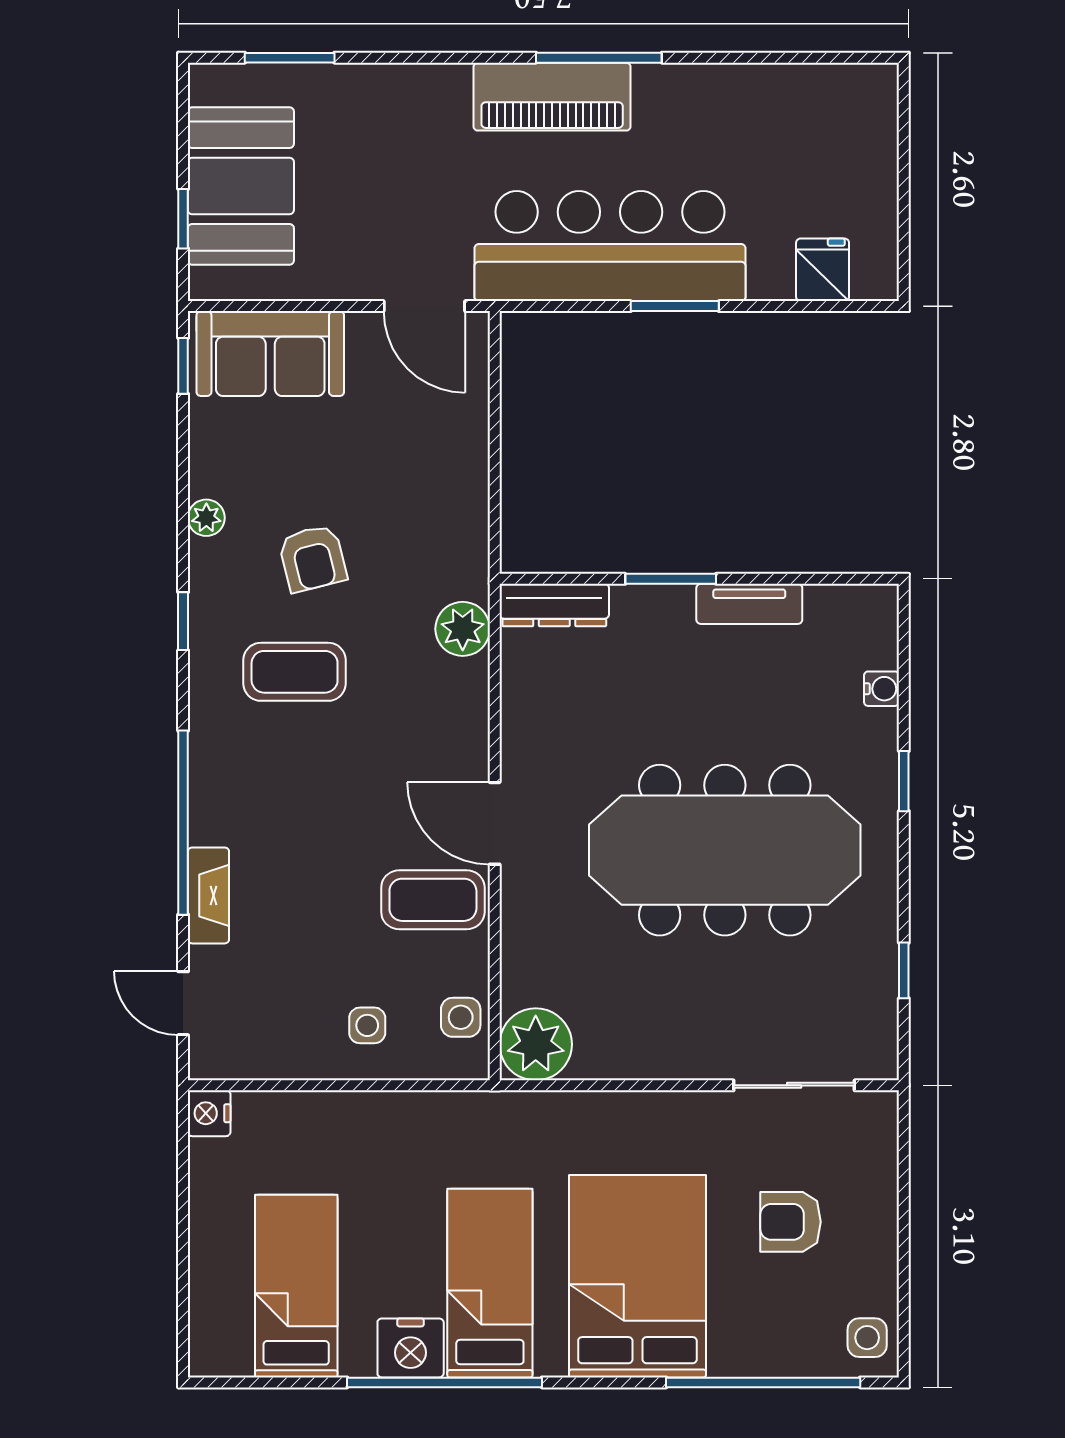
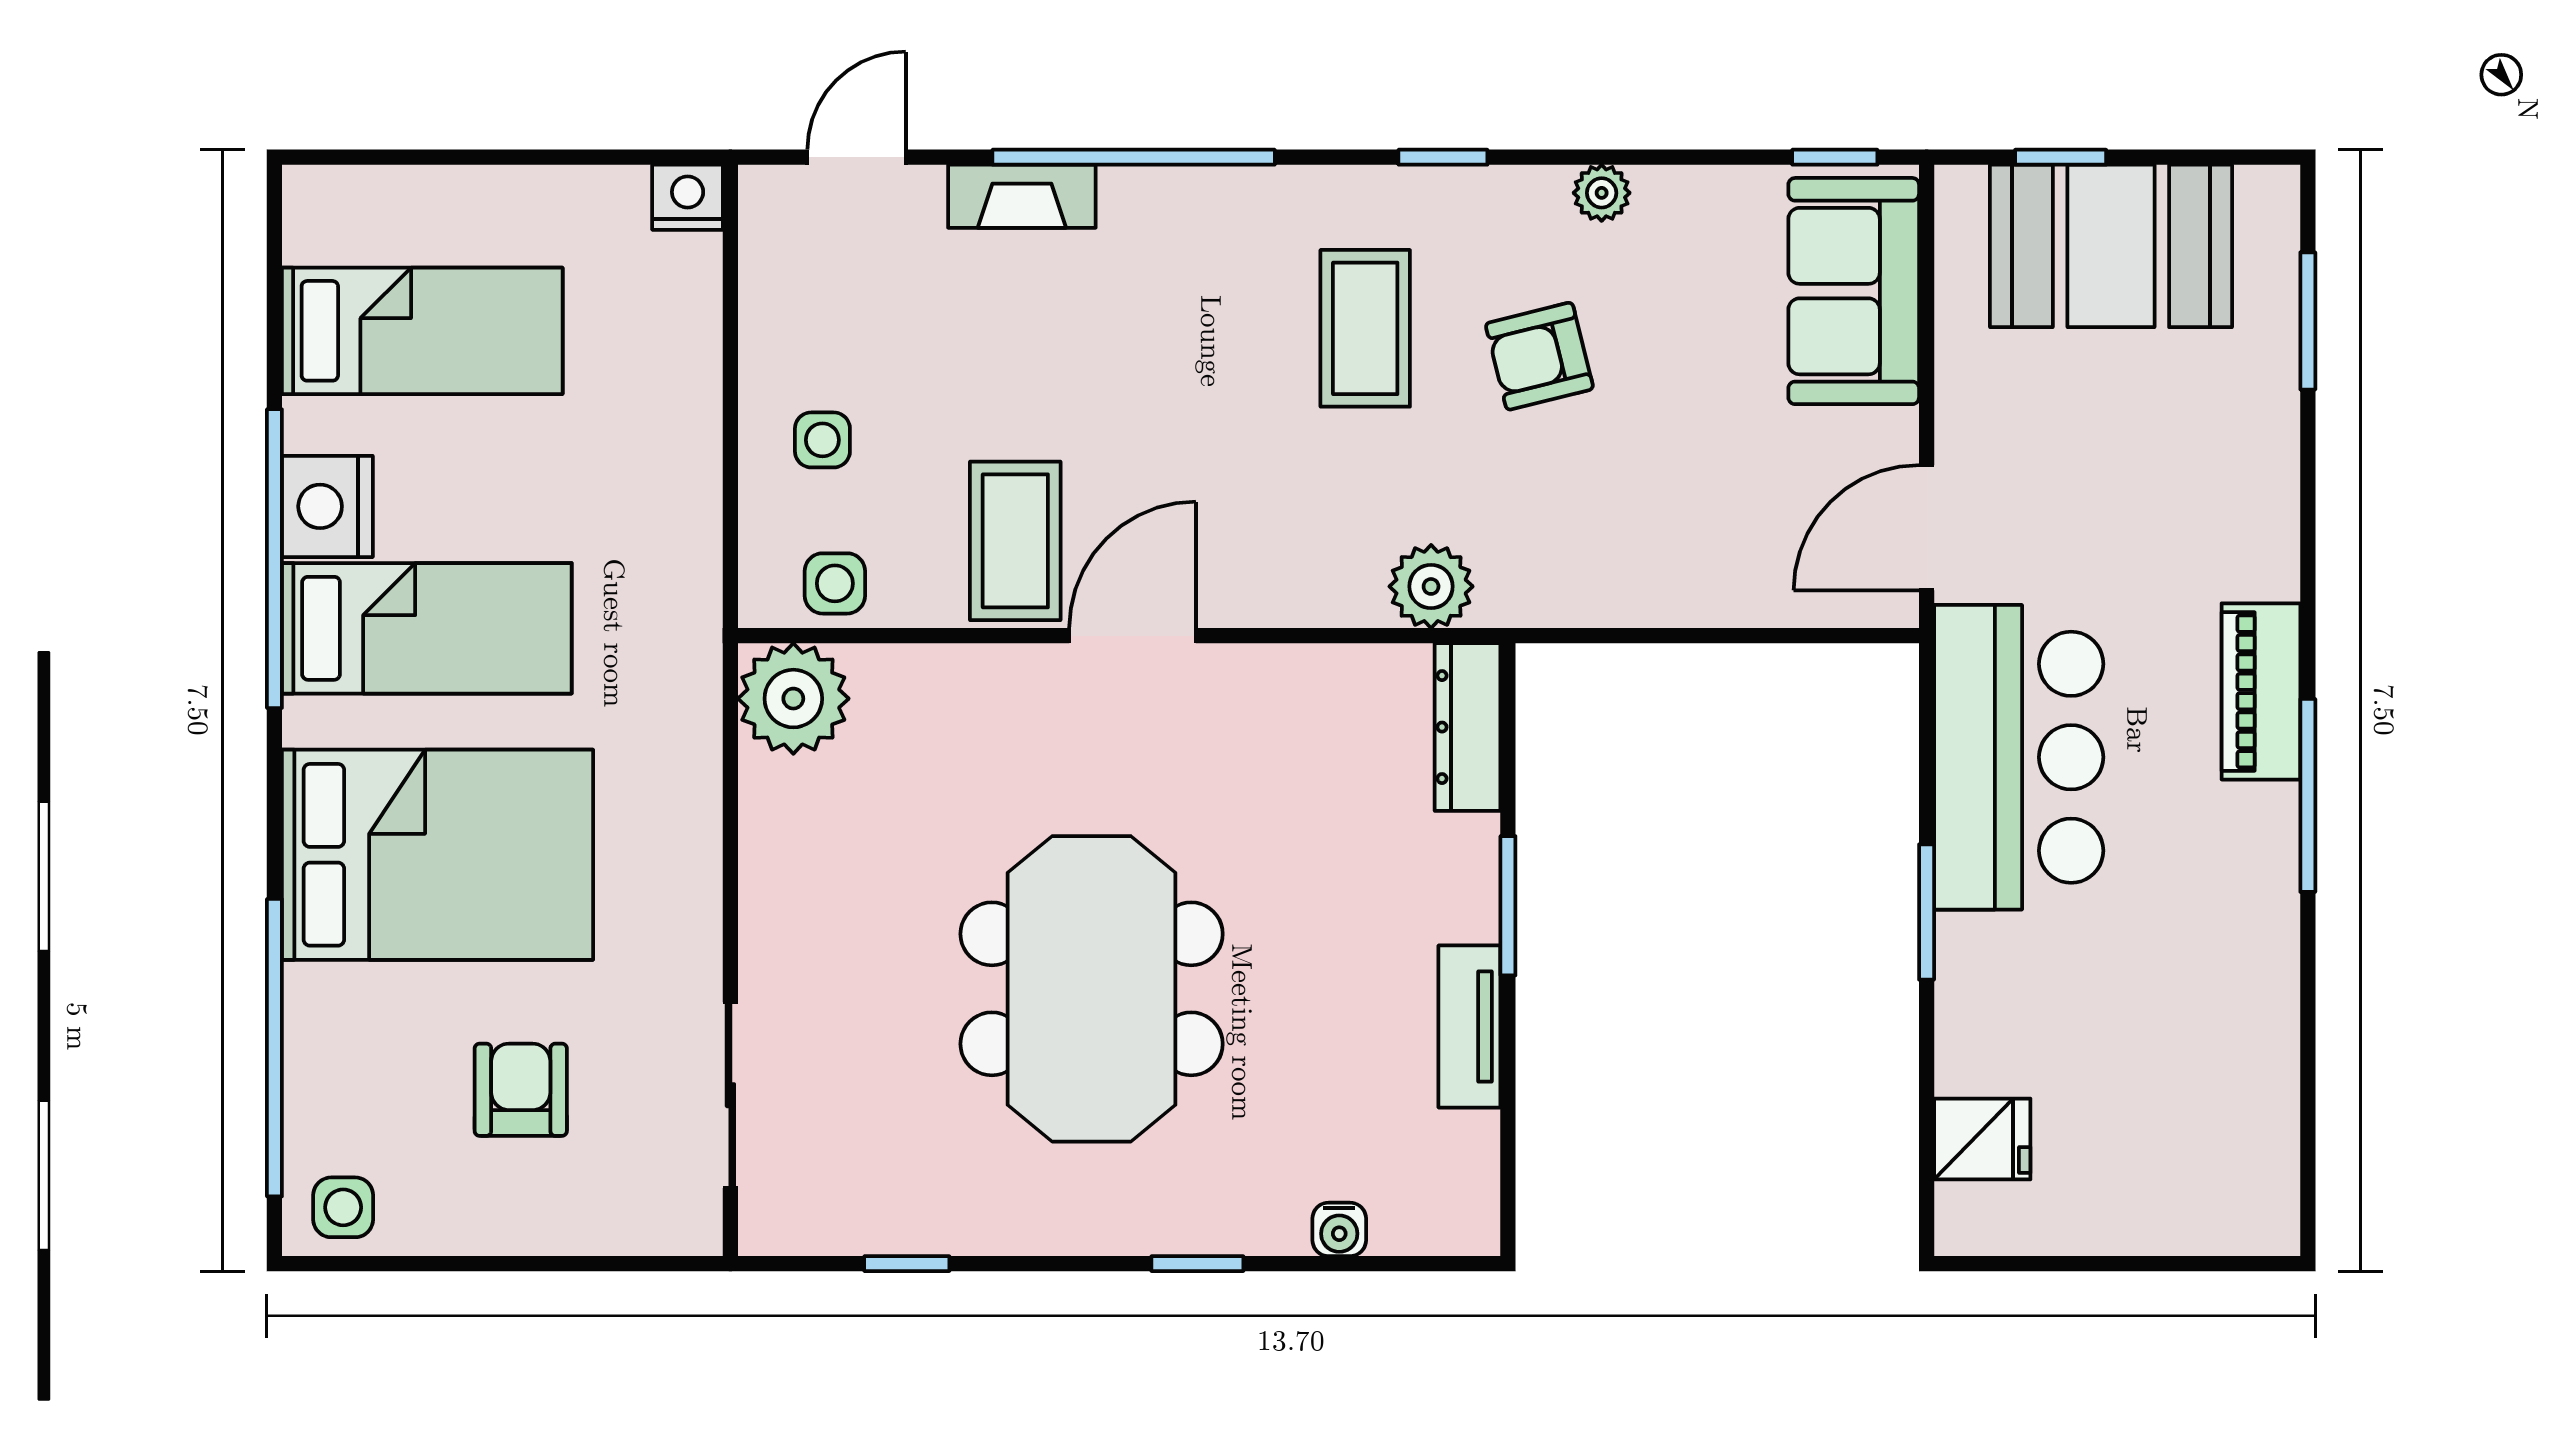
piano: (552, 97) -> (2261, 691), width x0.73, depth x0.75
bar counter: (610, 246) -> (2019, 757), width x0.73
meeting table: (725, 850) -> (1092, 989), width x0.73

